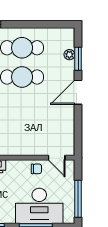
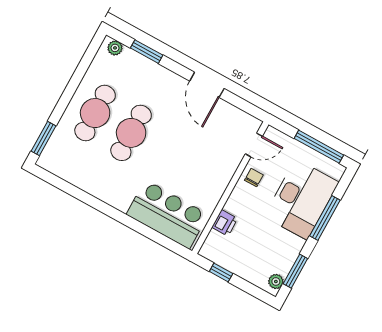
plant: (69, 55) -> (115, 48), moved
door: (78, 92) -> (207, 85), moved

